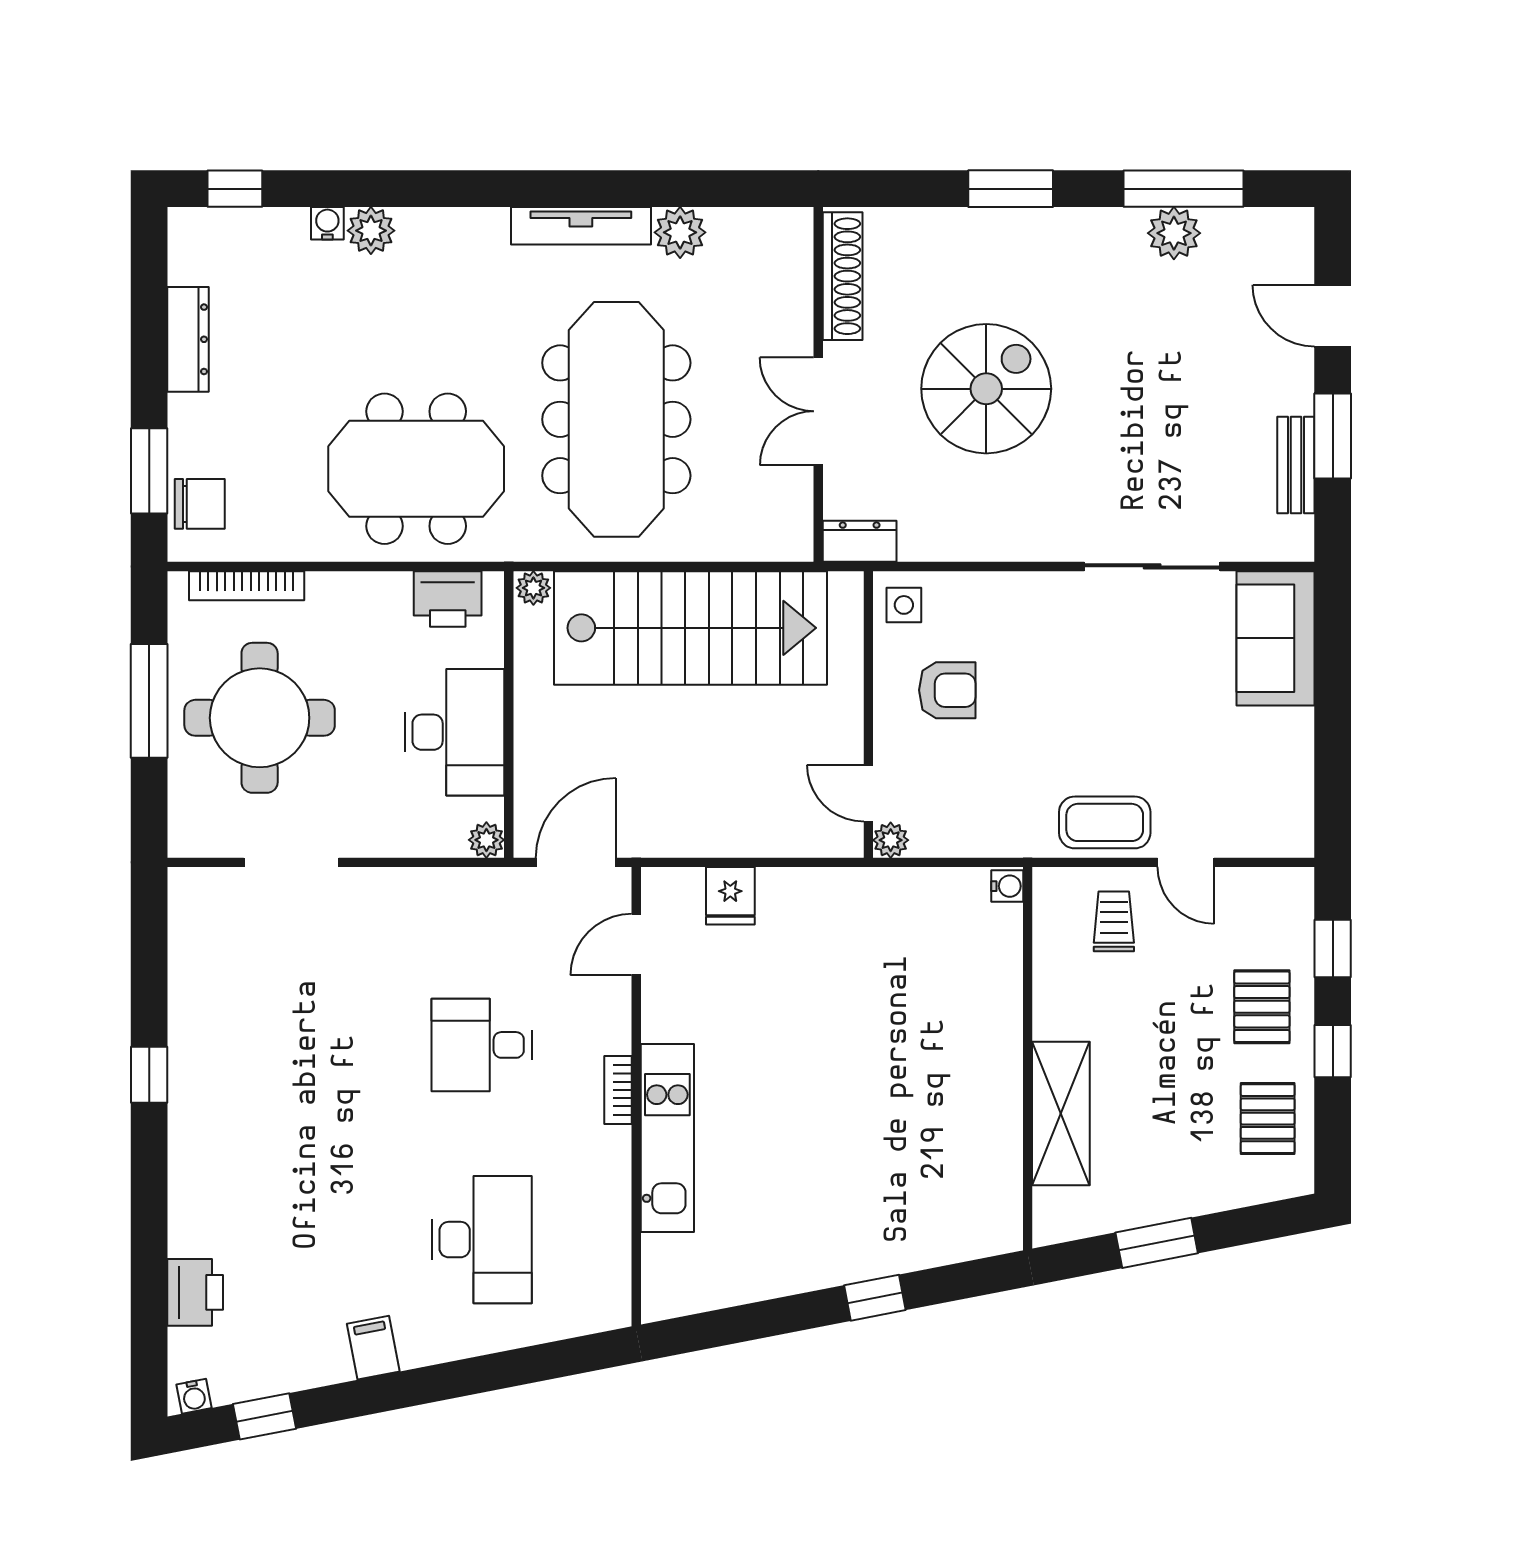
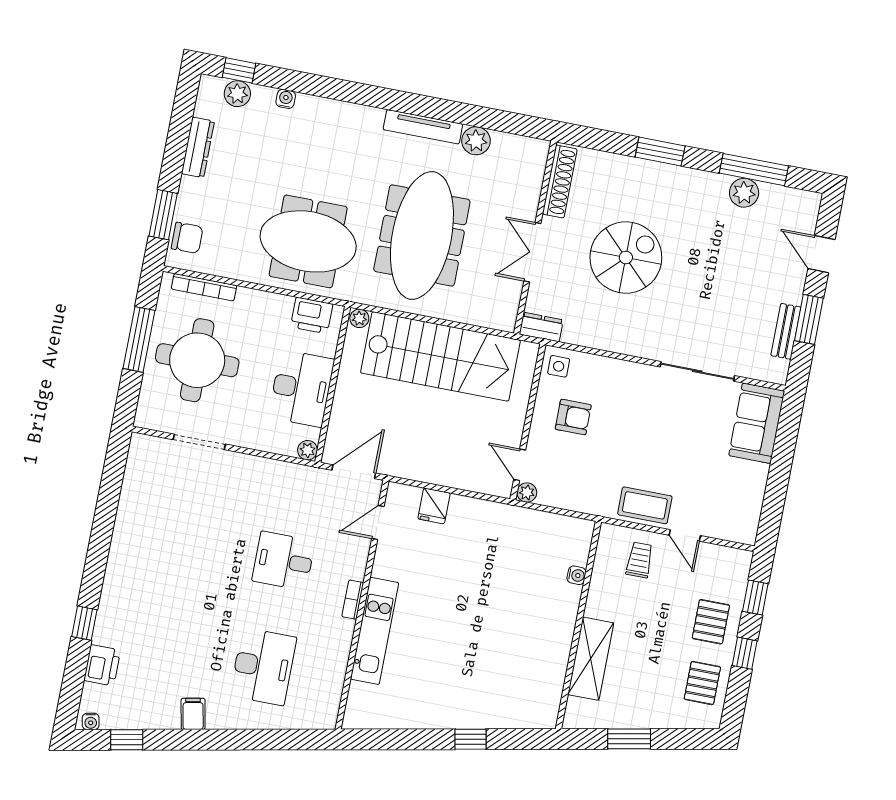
plant: (371, 231) -> (237, 94), moved
water cooler: (1007, 886) -> (577, 575), moved
window: (149, 1075) -> (84, 623), moved

